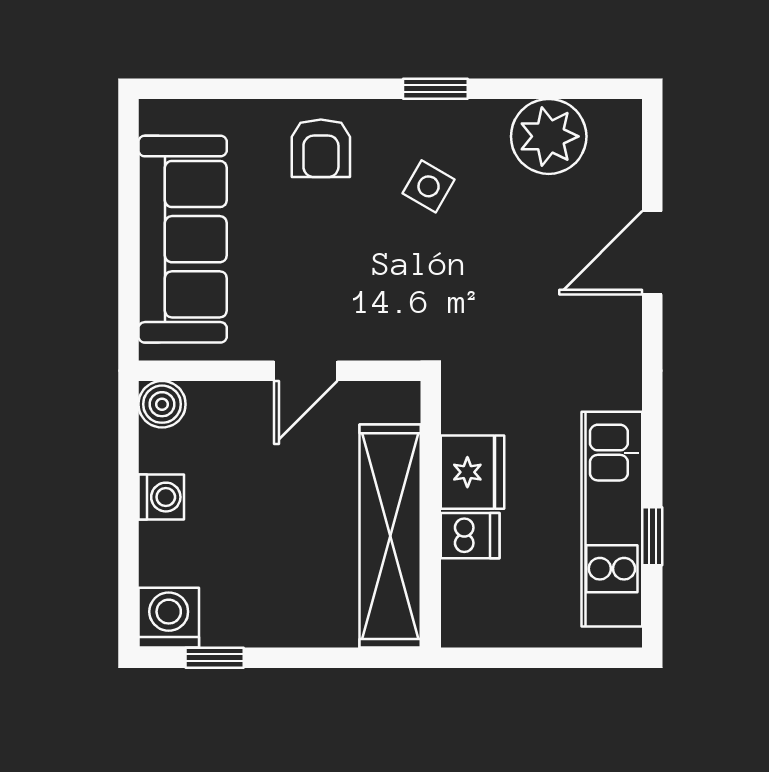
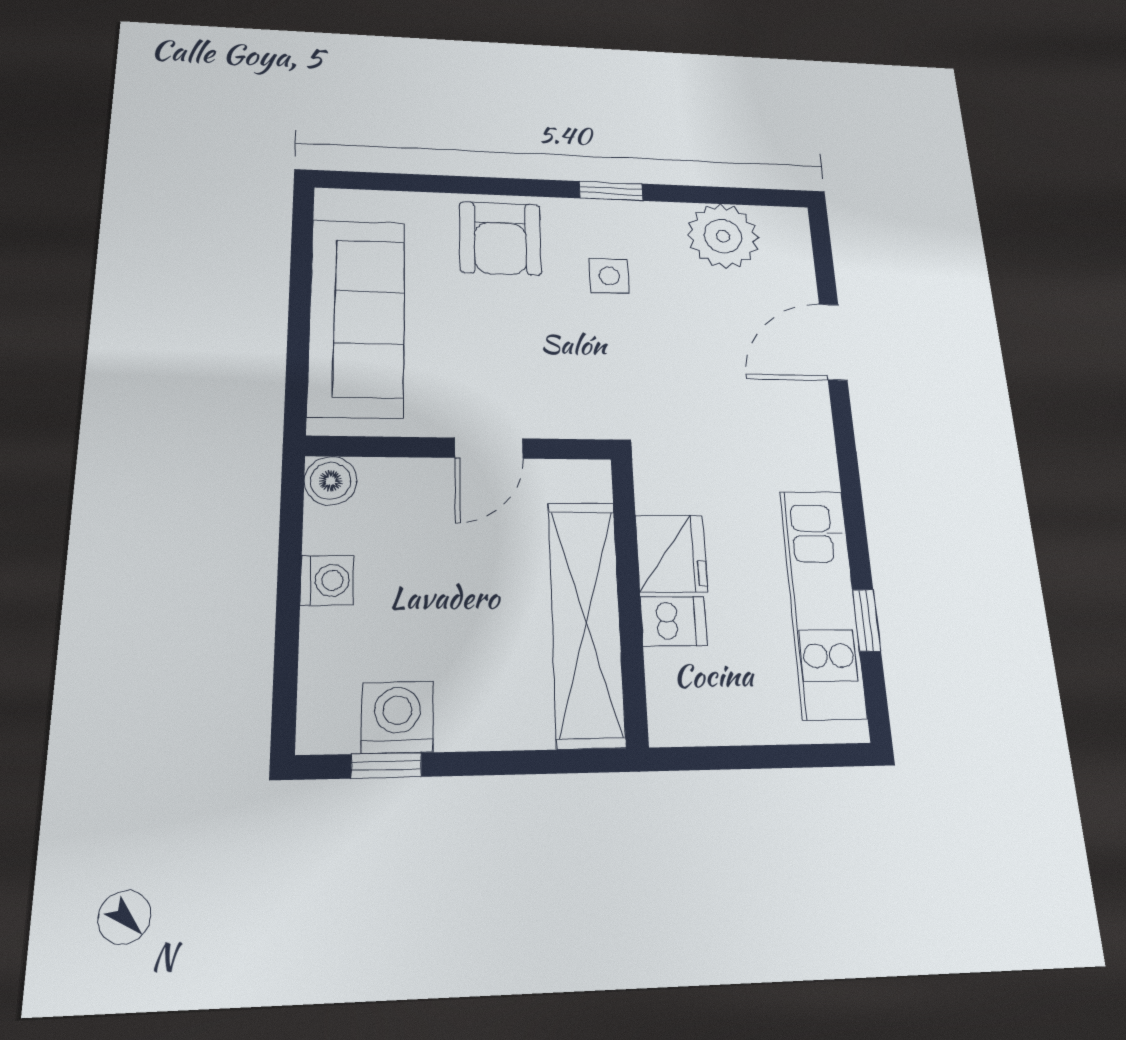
armchair: (321, 148) -> (500, 238), width x1.38, depth x1.38
side table: (429, 186) -> (609, 276), turned -30
washing machine: (169, 618) -> (397, 717), moved

